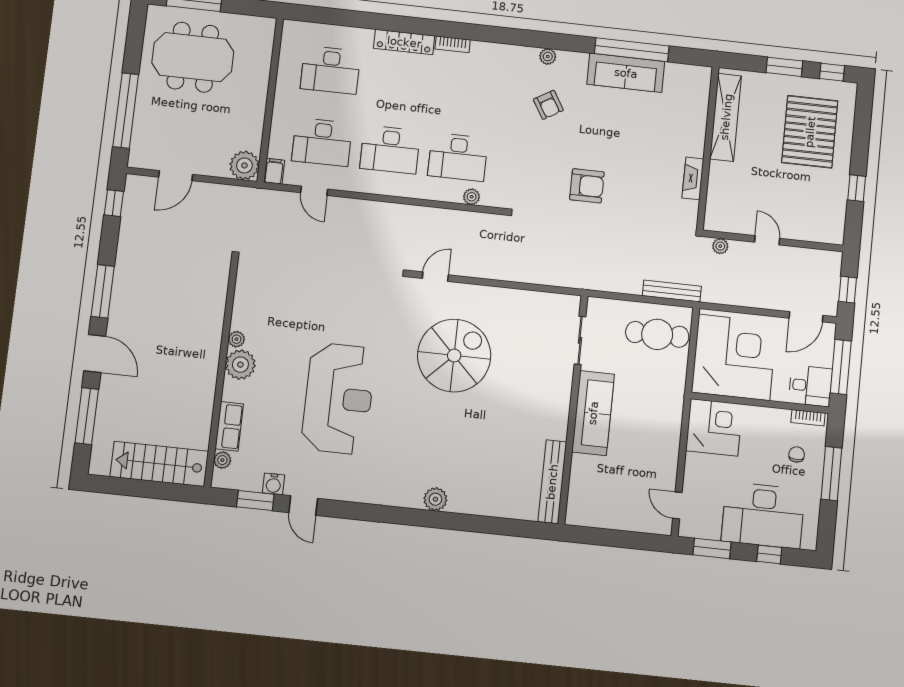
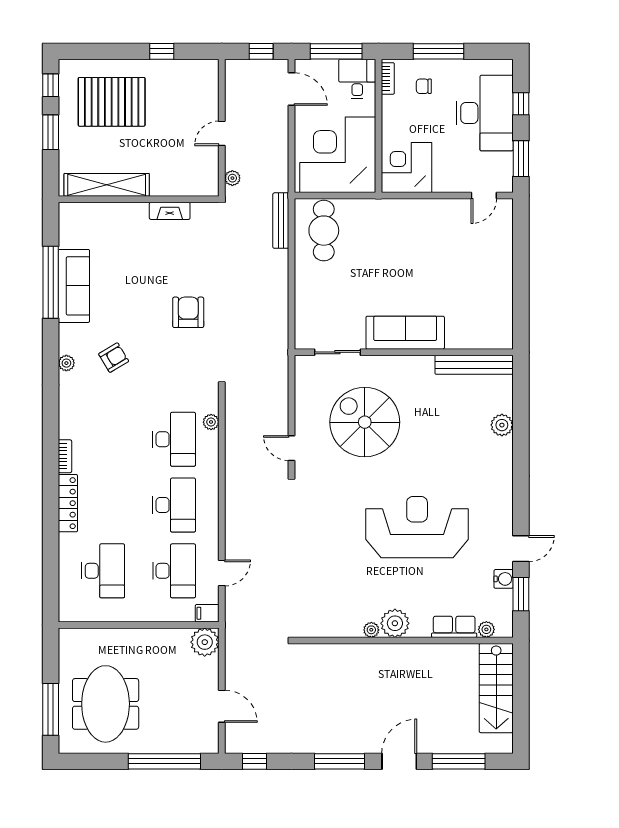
sliding door: (580, 340) -> (337, 352), moved
wall: (573, 409) -> (404, 352), moved
sofa: (593, 413) -> (405, 333), moved
bench: (552, 482) -> (474, 365), moved

